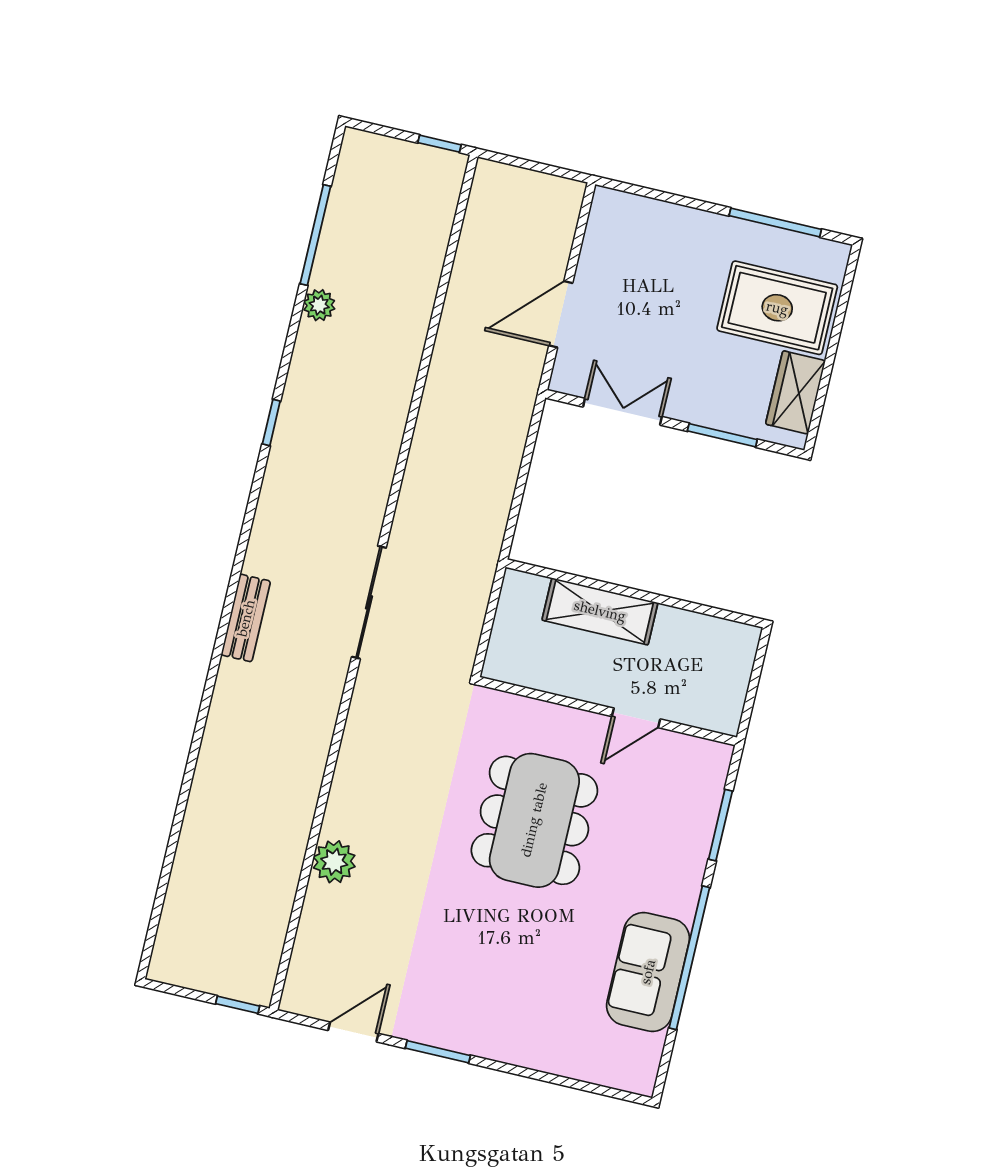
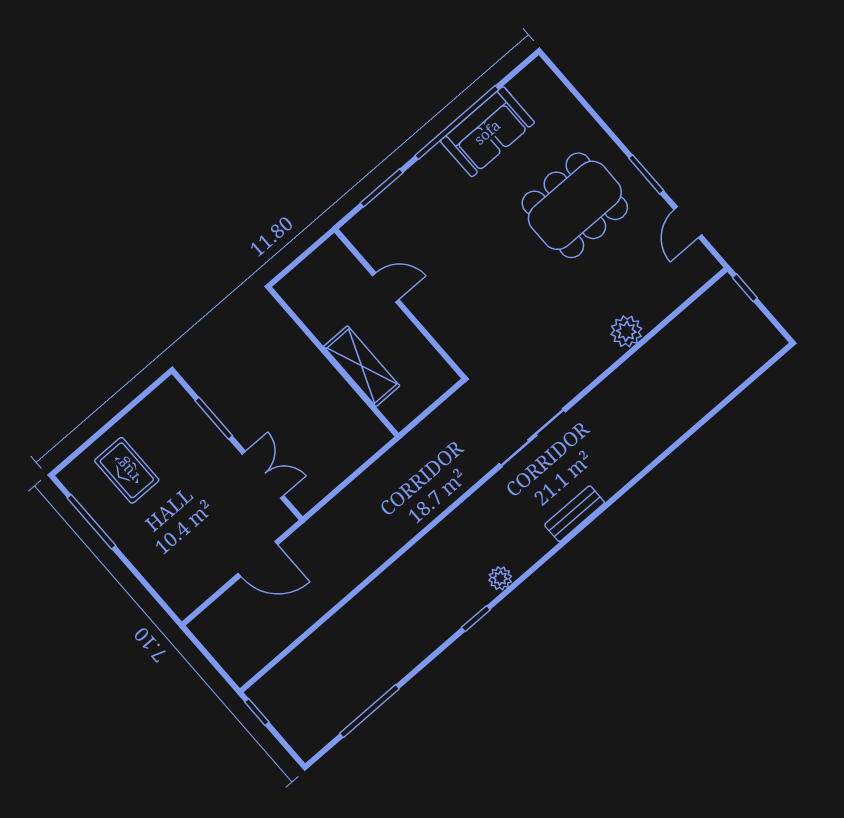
plant: (319, 305) -> (500, 578), moved
rug: (777, 308) -> (127, 470), width x0.73, depth x0.70
wardrobe: (796, 392) -> (152, 412), removed
double door: (622, 412) -> (263, 475), swing flipped
sliding door: (369, 602) -> (532, 438), moved
dining table: (534, 820) -> (575, 205), moved
door: (353, 1032) -> (688, 222), hinge flipped

